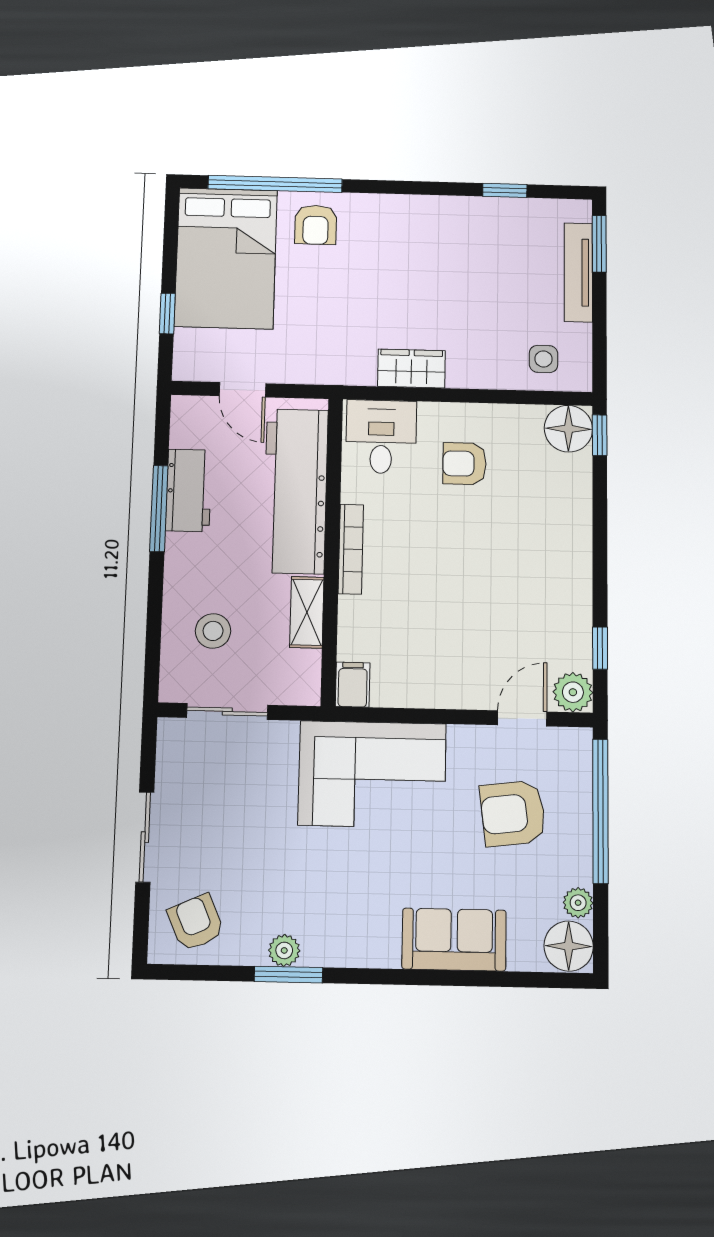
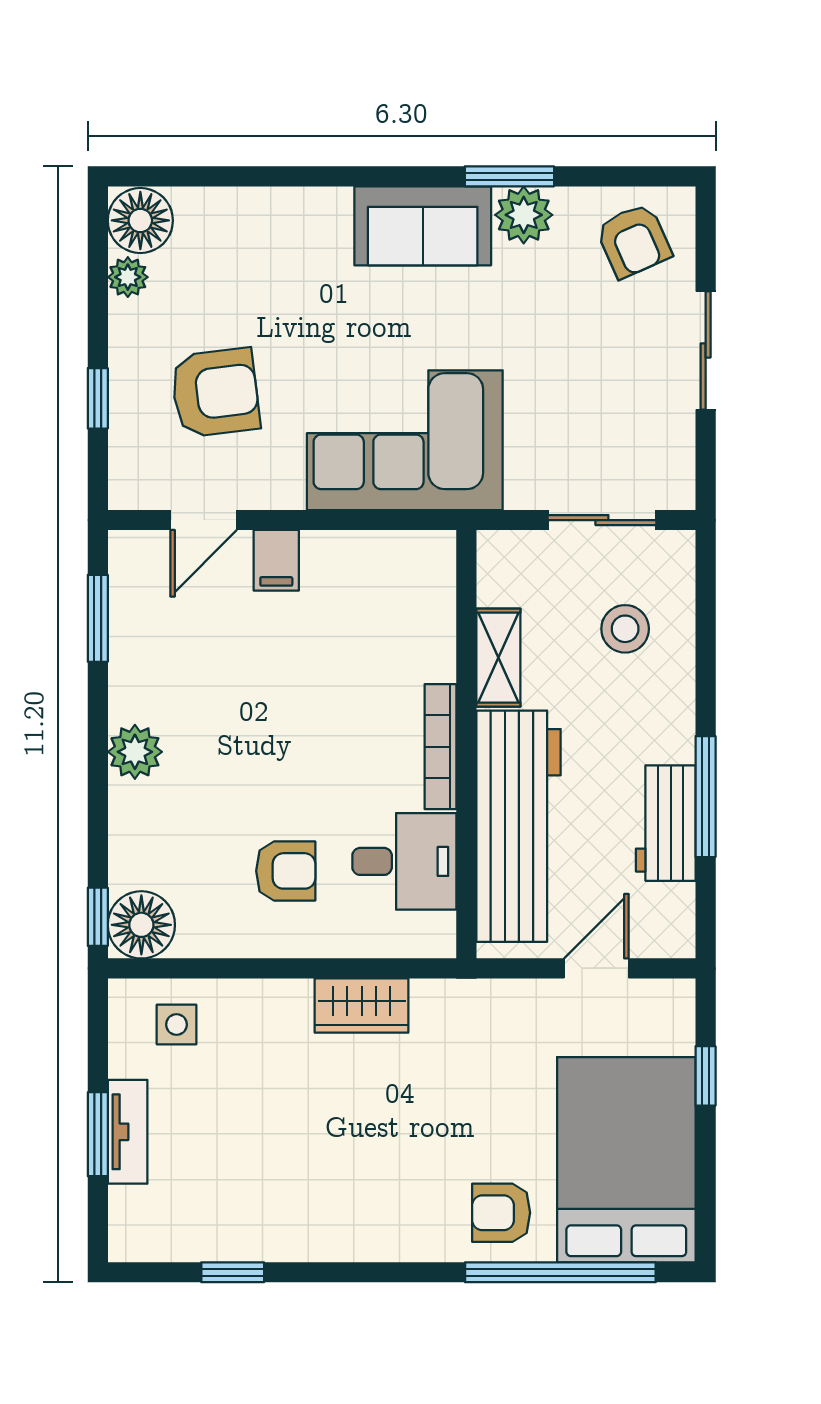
armchair: (316, 225) -> (501, 1213), turned -90
window: (599, 244) -> (98, 1134), moved
tv unit: (578, 272) -> (128, 1132), width x0.71
door: (243, 390) -> (596, 968), hinge flipped
desk: (381, 437) -> (404, 861), moved, turned -90
window: (600, 648) -> (98, 618), width x1.50
filing cabinet: (353, 685) -> (276, 560), moved
plant: (573, 692) -> (135, 752), moved
window: (600, 811) -> (98, 398), width x0.32
sofa: (454, 940) -> (423, 226), moved
plant: (284, 950) -> (524, 215), width x1.38, depth x1.38

